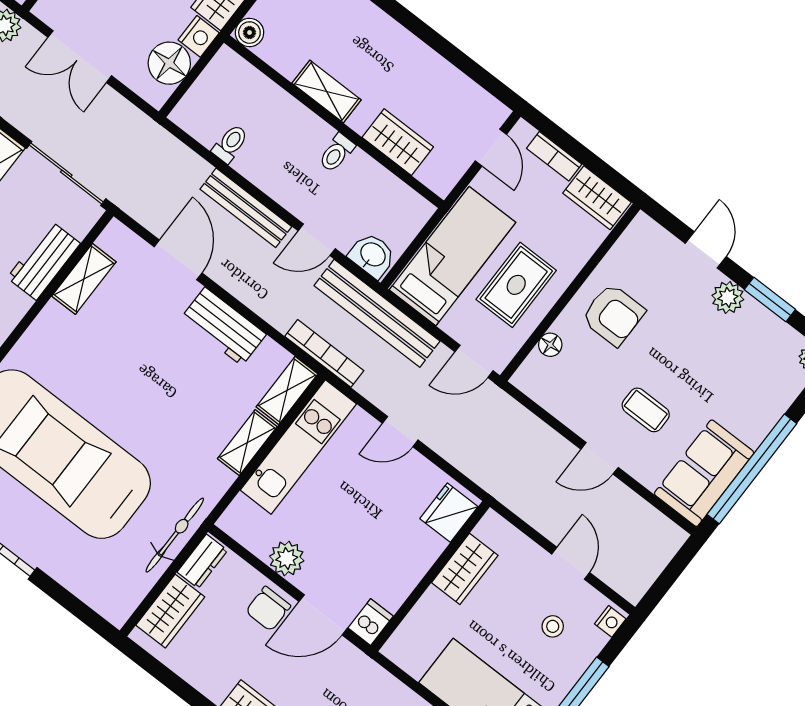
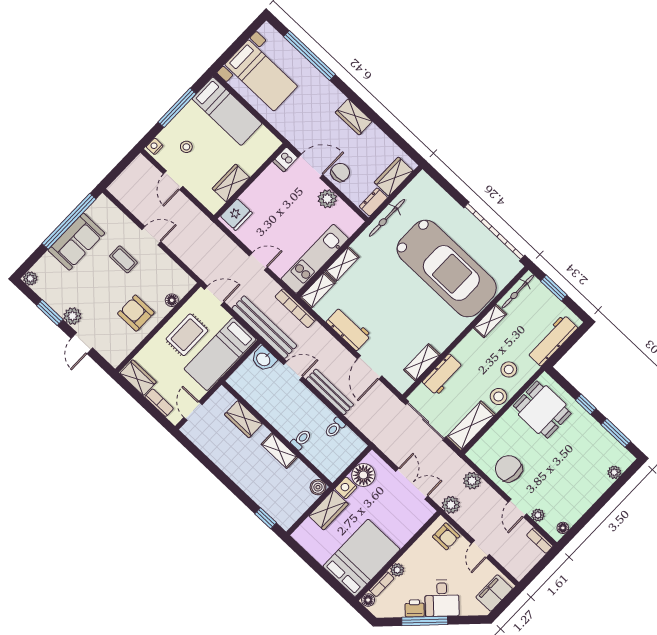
toilet: (337, 153) -> (301, 439), moved
sofa: (704, 473) -> (76, 242), moved

